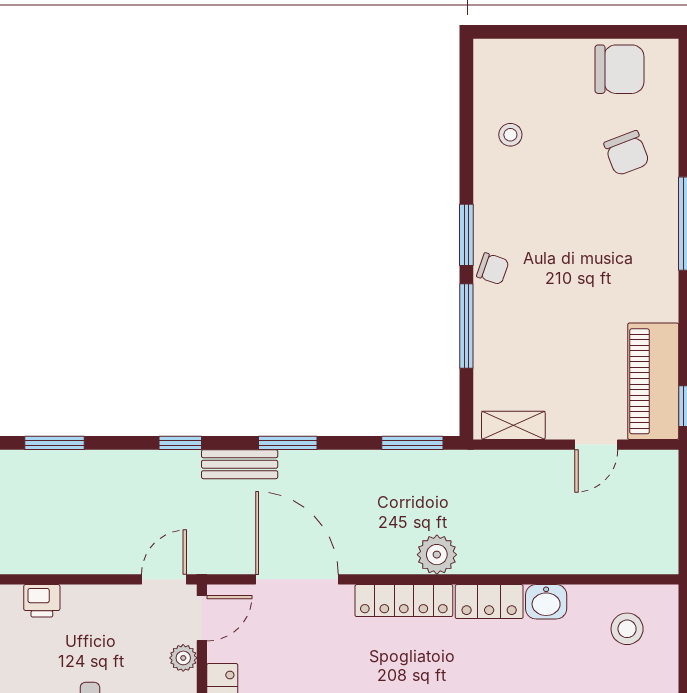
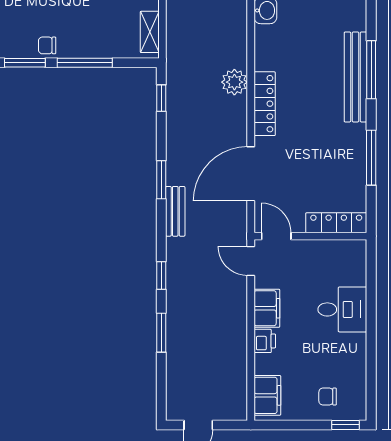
chair: (493, 269) -> (47, 45), turned -109
window: (180, 443) -> (161, 275), moved
window: (412, 443) -> (161, 98), width x0.67
locker: (489, 602) -> (265, 48), removed
filing cabinet: (92, 604) -> (267, 308), added
plant: (183, 658) -> (302, 248), removed

